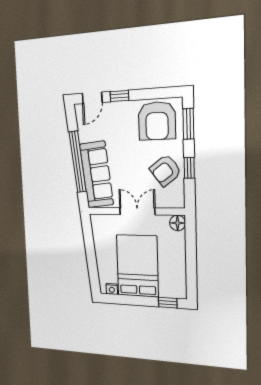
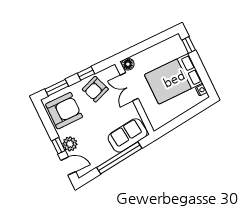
plant: (116, 111) -> (70, 144), added
armchair: (165, 170) -> (95, 89), turned 107
sofa: (96, 174) -> (128, 135), width x0.73
double door: (137, 211) -> (129, 87), moved

